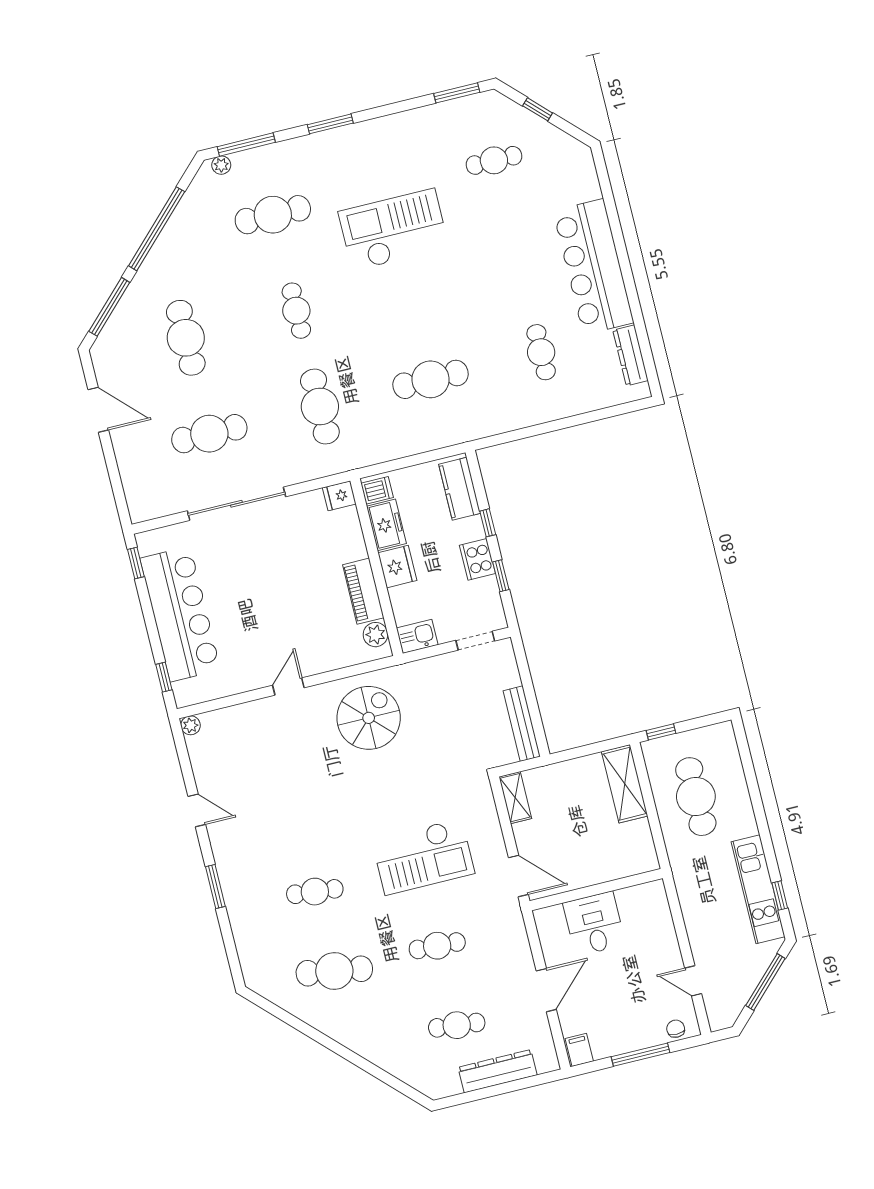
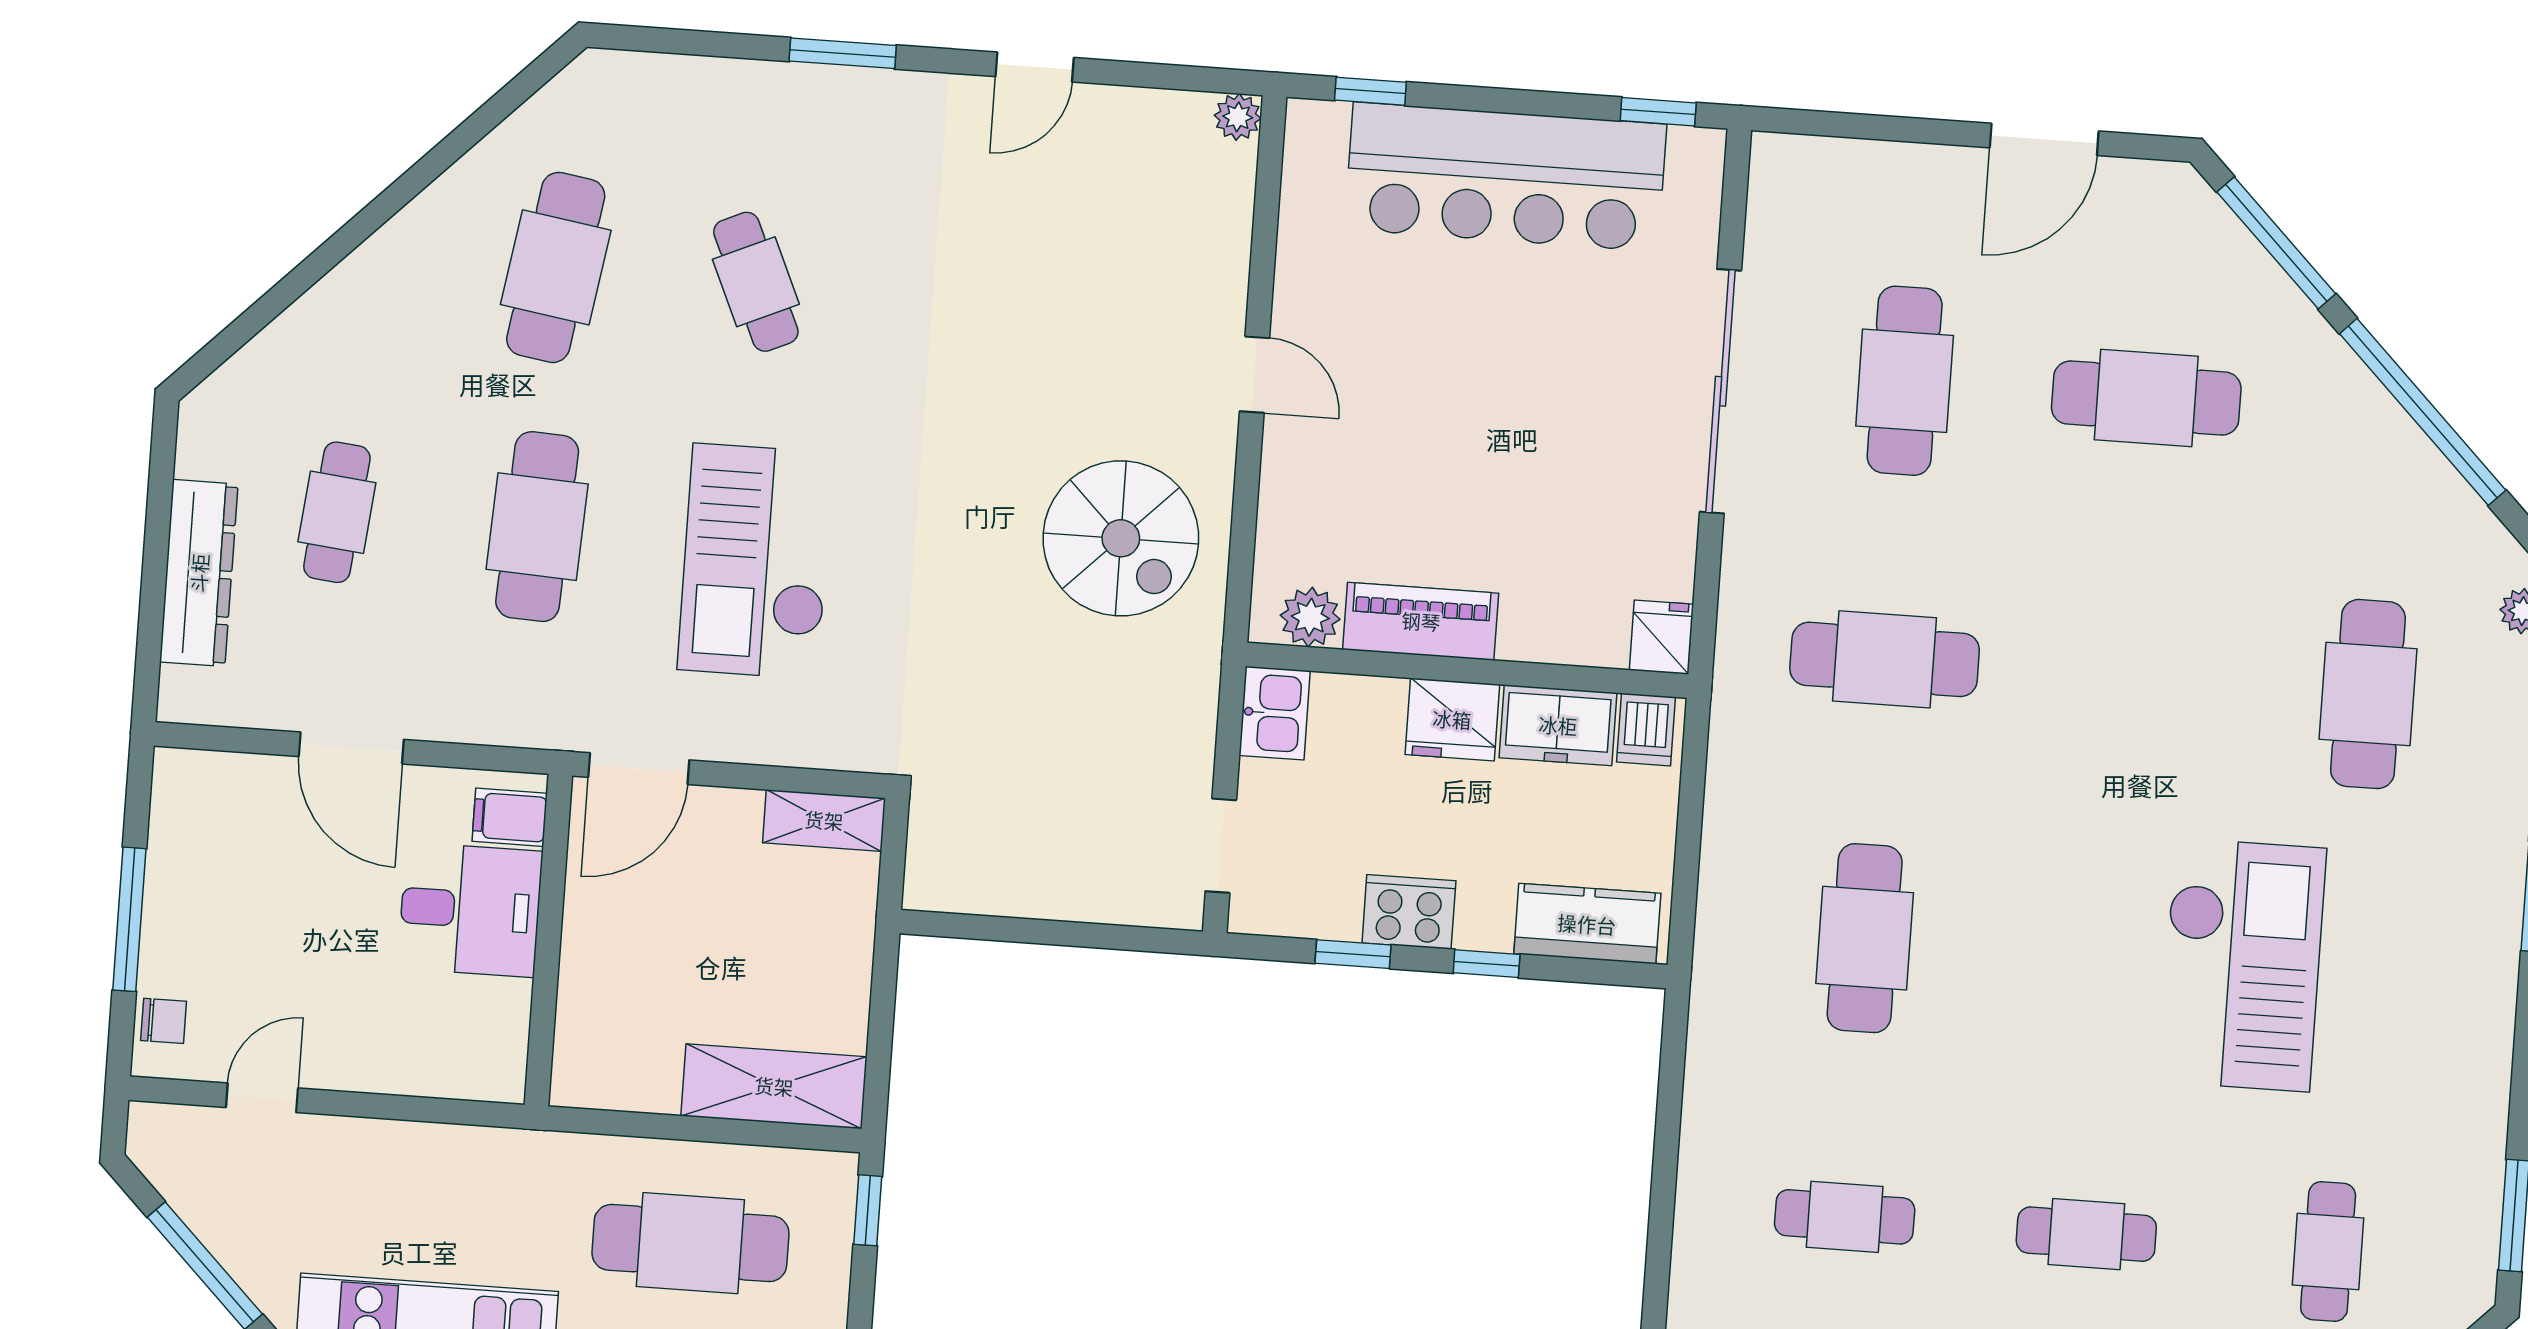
cafe table: (296, 311) -> (2086, 1234), moved
bench: (522, 724) -> (992, 891), removed
cafe table: (315, 892) -> (756, 282), turned -30
cafe table: (437, 946) -> (537, 527), width x1.37, depth x1.35
filing cabinet: (579, 1050) -> (510, 817), moved, turned 180

